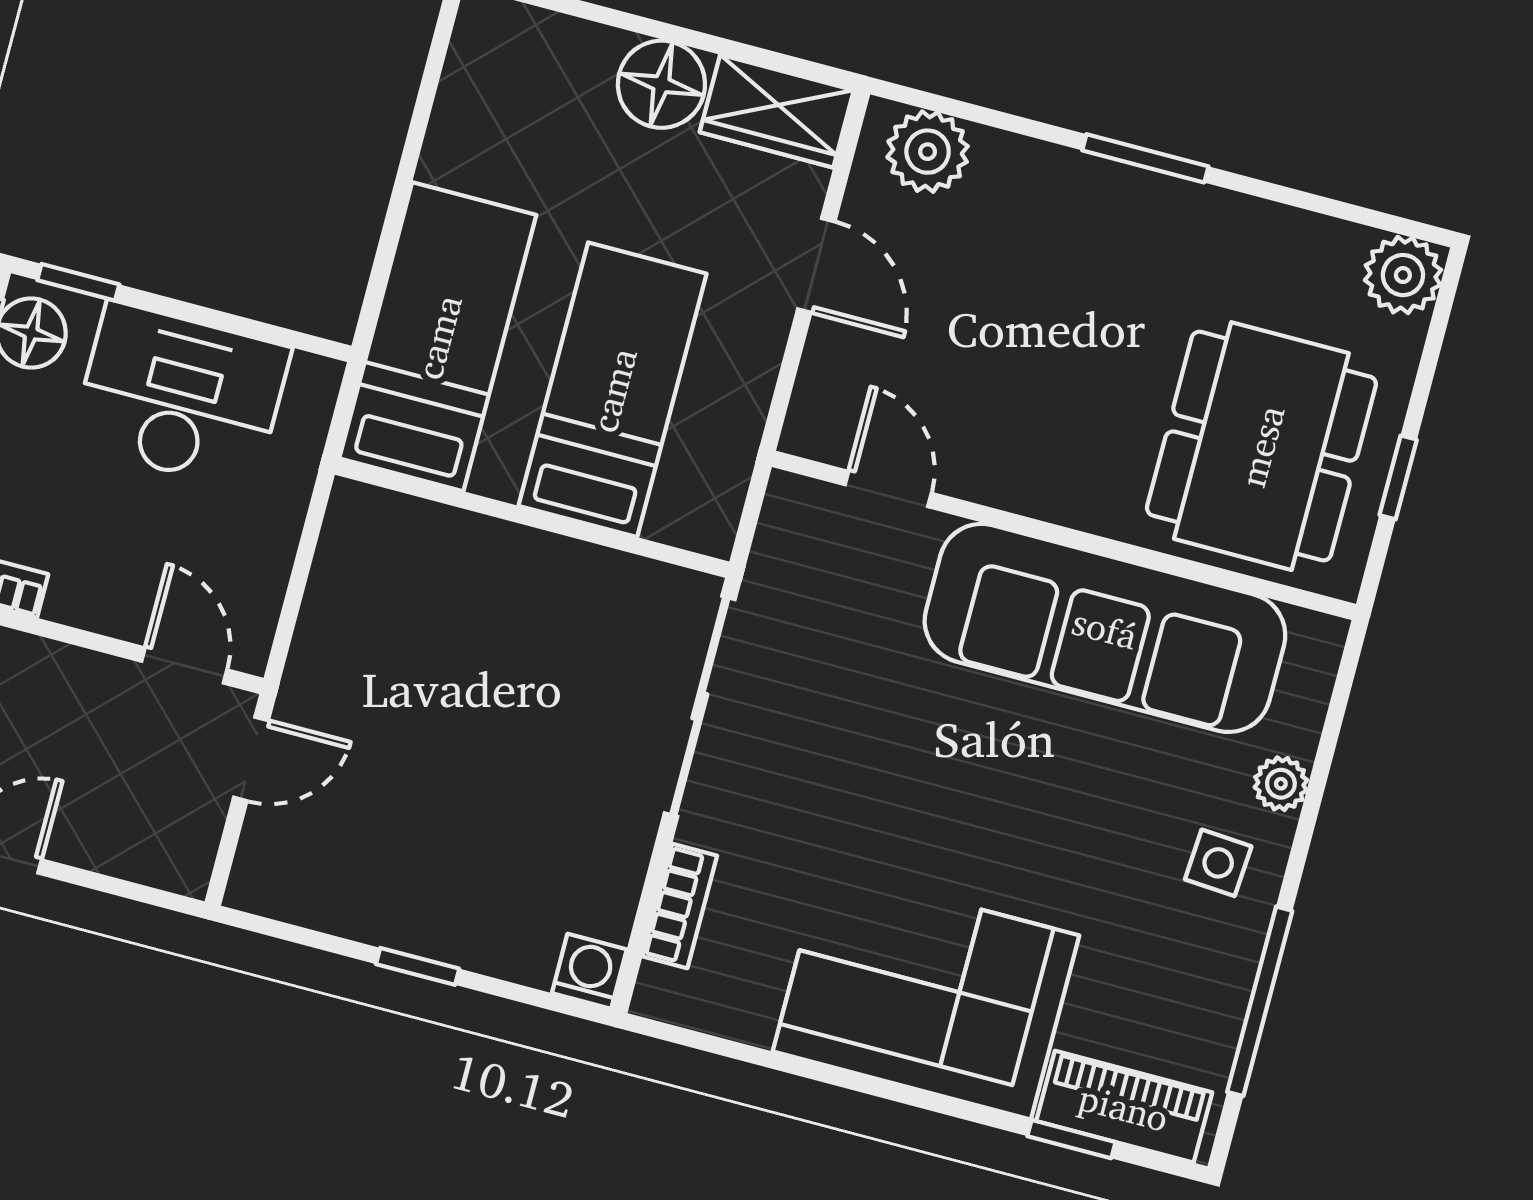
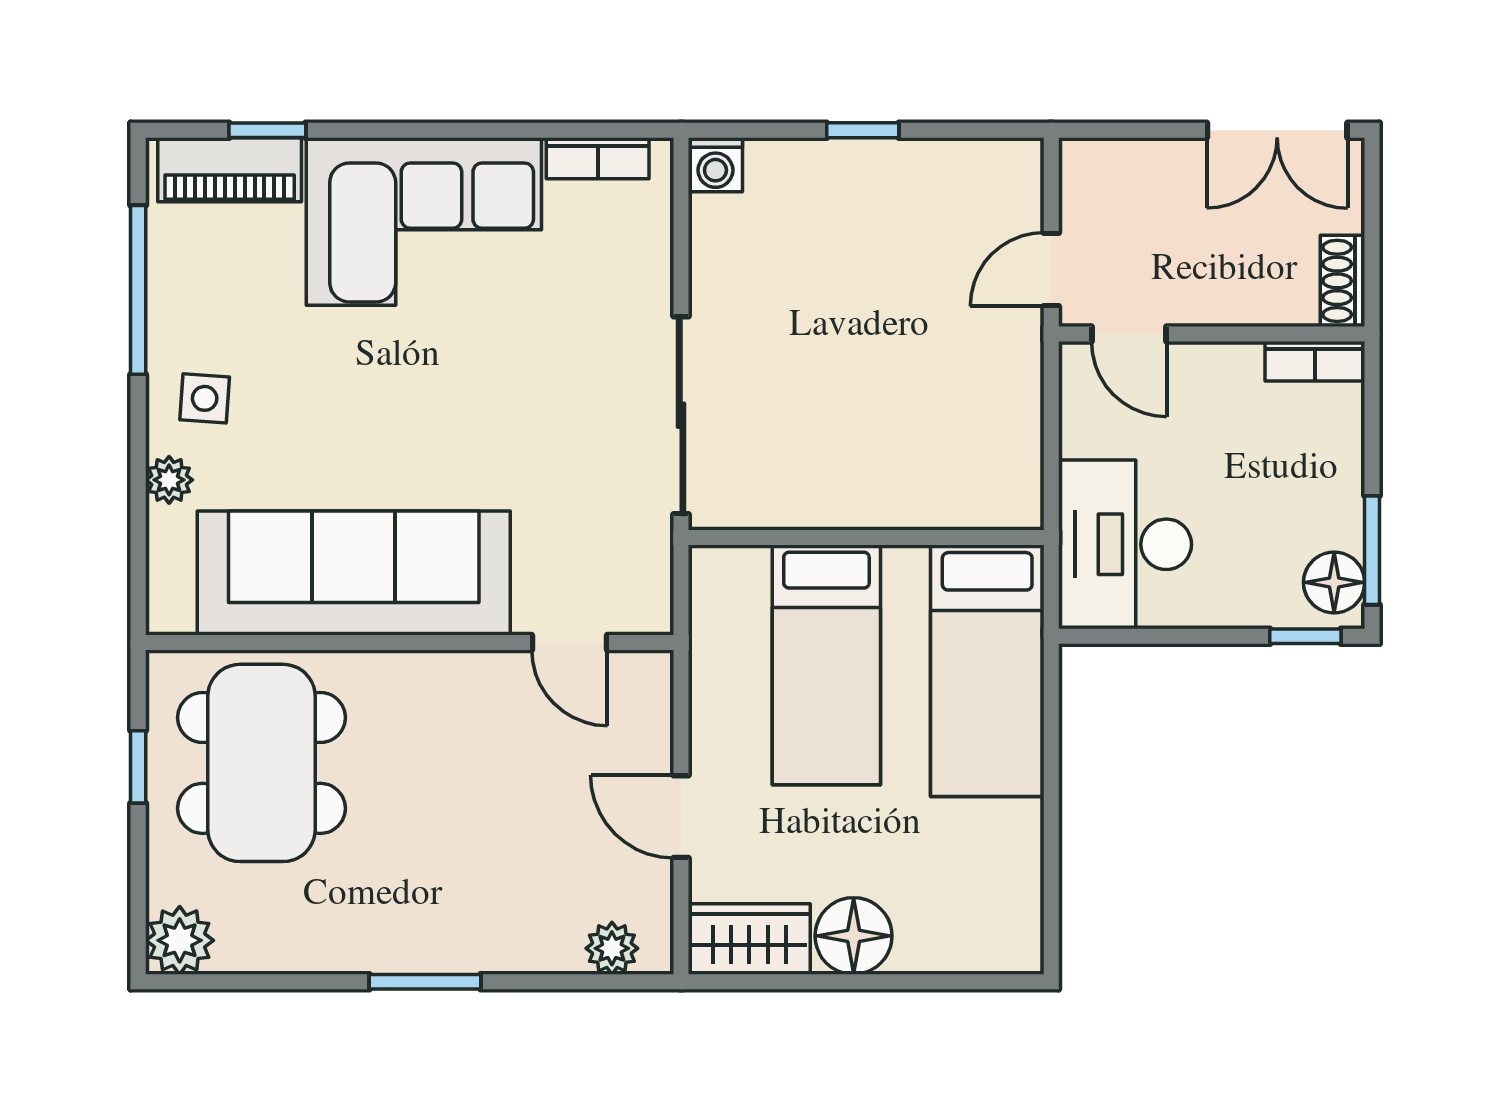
plant: (928, 152) -> (612, 948), width x0.73, depth x0.73
desk: (181, 396) -> (1125, 544), moved, turned 90
bookcase: (680, 906) -> (598, 158), moved, turned -90

